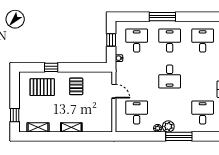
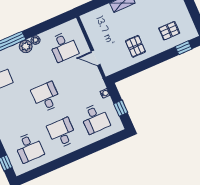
window: (162, 17) -> (80, 154), removed
desk: (170, 41) -> (62, 133), turned 180
window: (51, 67) -> (184, 48), moved
pallet: (42, 87) -> (169, 31), width x0.67, depth x0.71

